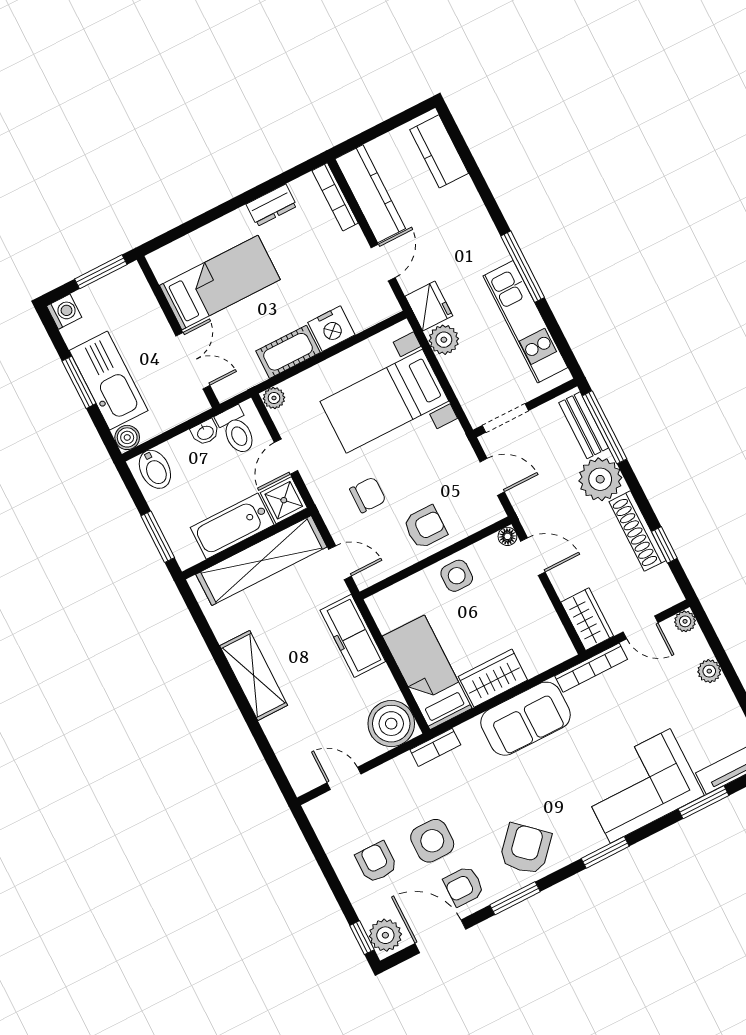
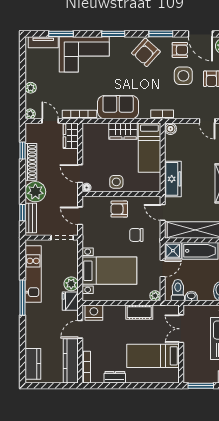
nightstand: (331, 329) -> (94, 313), moved
window: (604, 427) -> (22, 213), width x0.46
boiler: (391, 724) -> (170, 129), width x0.54, depth x0.54

